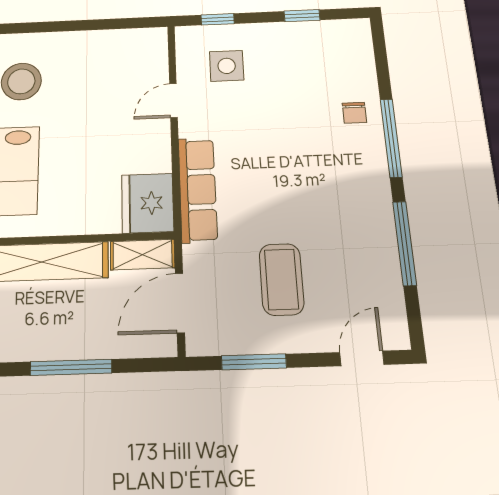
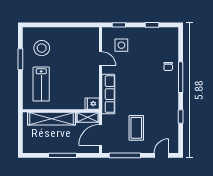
door: (173, 101) -> (100, 59), swing flipped
fridge: (148, 203) -> (92, 104), width x0.53, depth x0.75
window: (405, 243) -> (181, 117), width x0.46
window: (254, 362) -> (125, 155), width x1.44

